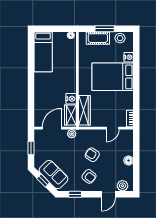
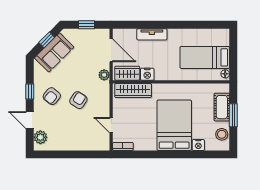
bed: (43, 52) -> (205, 57), moved
tv unit: (39, 95) -> (152, 34), added
floor lamp: (129, 160) -> (71, 145), removed
window: (75, 194) -> (30, 92), moved

